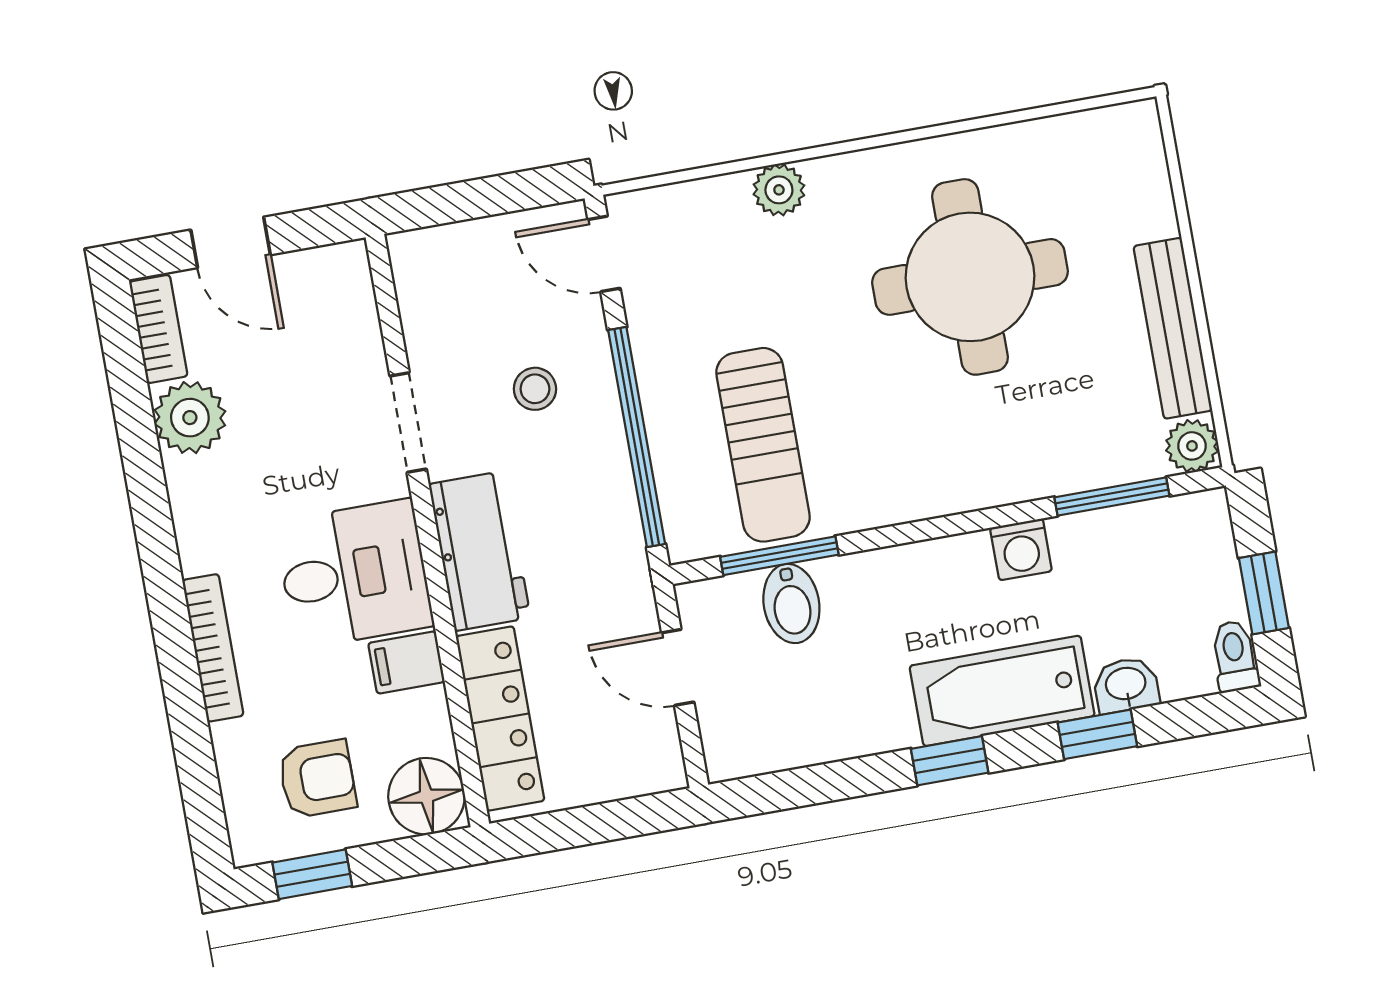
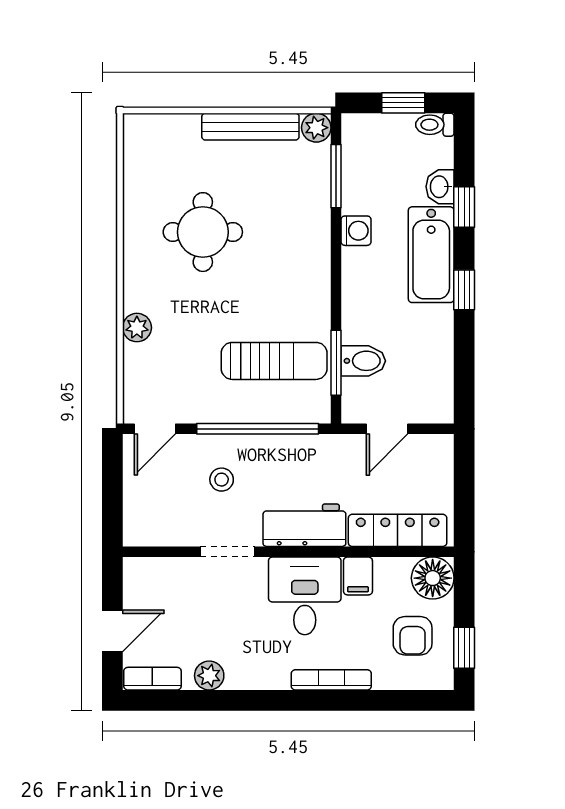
round table: (970, 277) -> (203, 232), width x0.73, depth x0.73
plant: (190, 418) -> (209, 676), width x0.73, depth x0.73
armchair: (317, 779) -> (413, 636), turned 180

